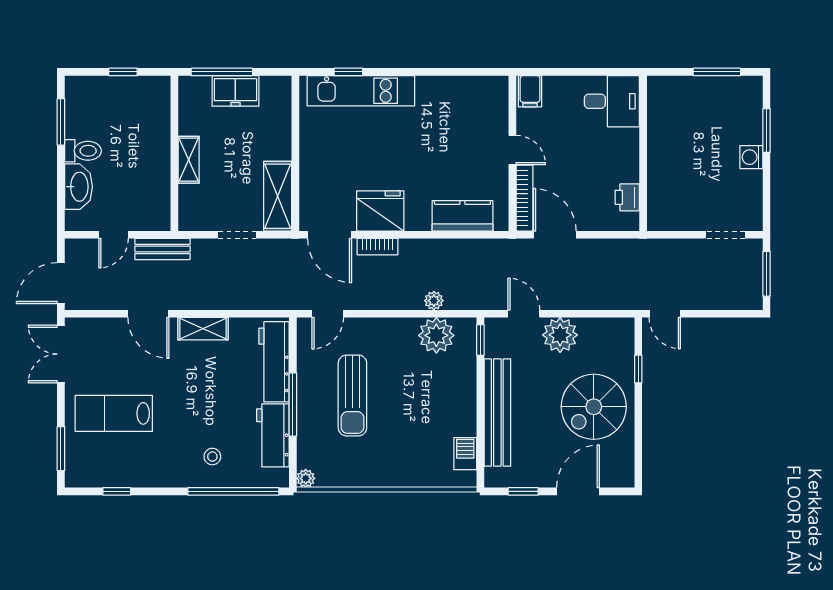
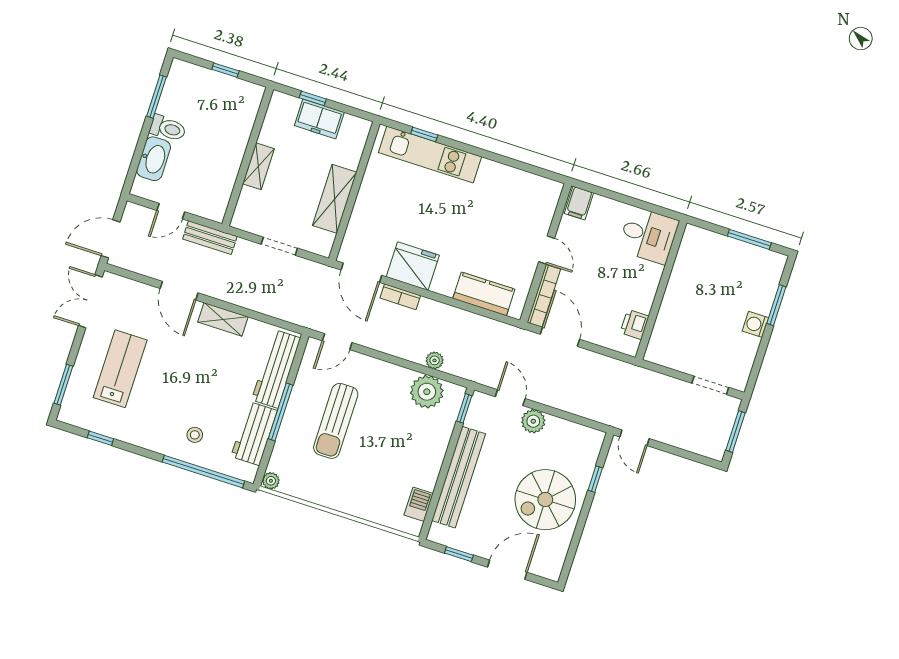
window: (222, 72) -> (313, 98), width x0.46
shelving: (278, 196) -> (335, 199), moved
plant: (560, 335) -> (533, 421), width x0.73, depth x0.73
lab bench: (114, 413) -> (120, 369), turned 90

